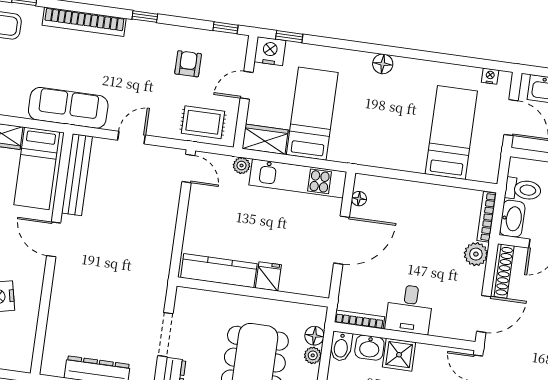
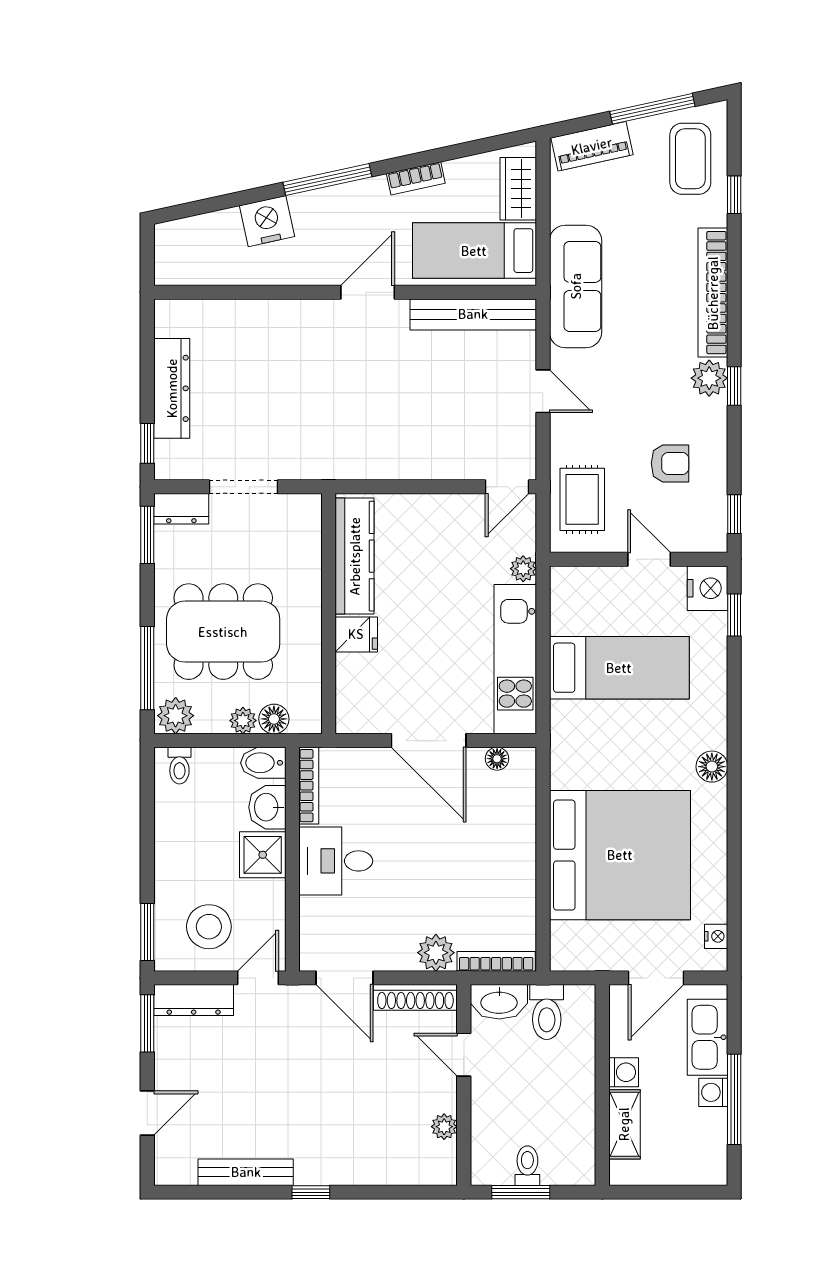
plant: (138, 32) -> (709, 378), added
bed: (451, 132) -> (620, 855), width x2.04
wardrobe: (265, 139) -> (569, 600), removed

